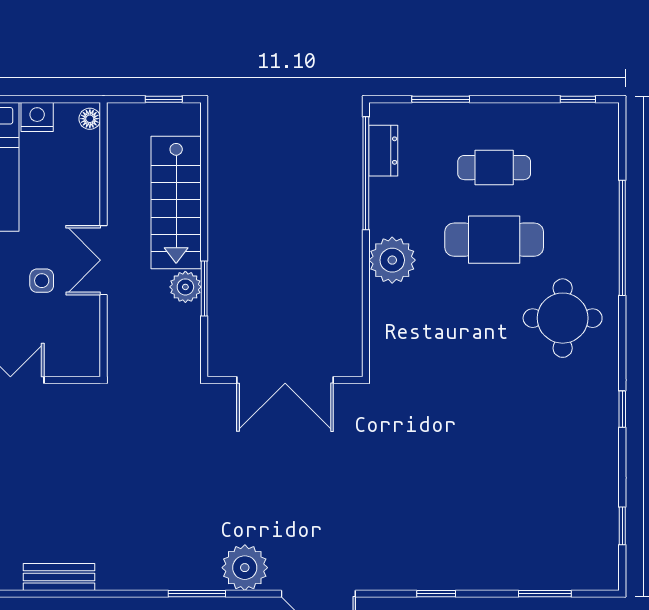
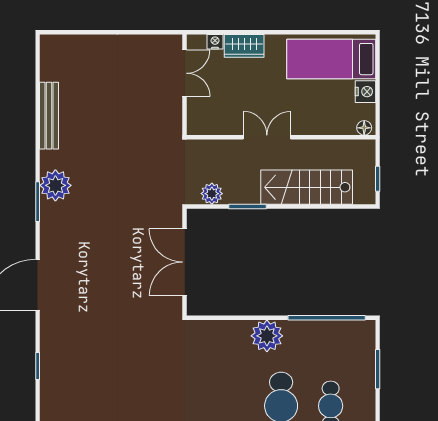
dresser: (383, 151) -> (342, 330), removed
side table: (42, 281) -> (253, 95), removed
plant: (185, 287) -> (212, 194), moved
plant: (245, 568) -> (55, 185), moved
bench: (59, 577) -> (49, 116), width x1.36

